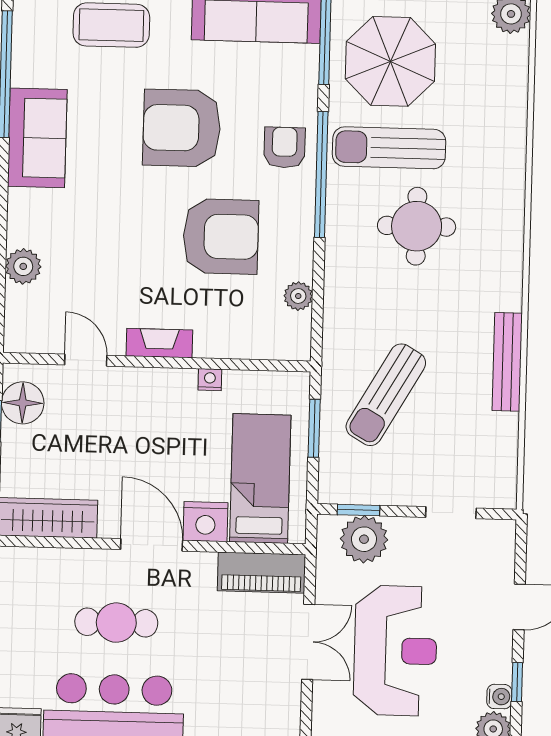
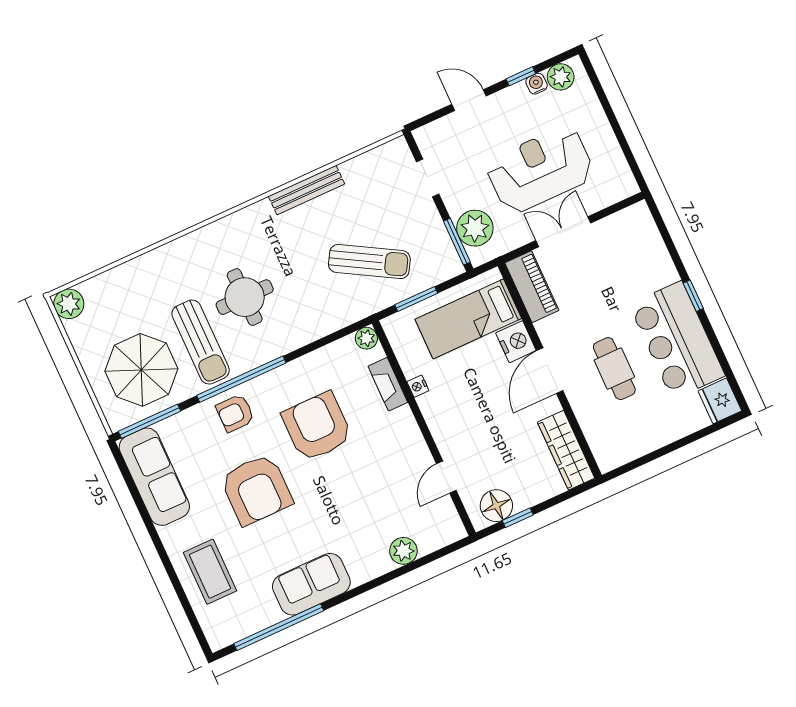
plant: (298, 296) -> (366, 338), moved
fireplace: (159, 343) -> (388, 384), moved
window: (359, 510) -> (457, 242), width x1.50

